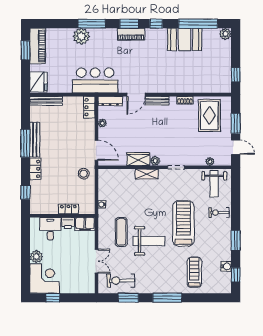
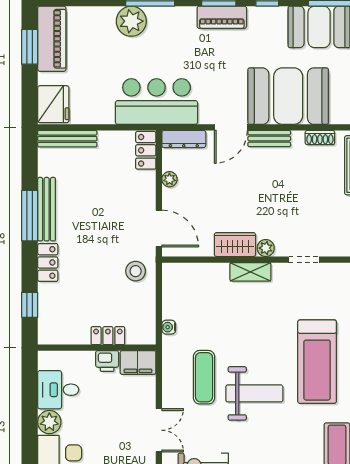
booth: (167, 77) -> (288, 96), added
treadmill: (183, 223) -> (317, 362), turned 180
desk: (50, 229) -> (58, 390), moved, turned -90

